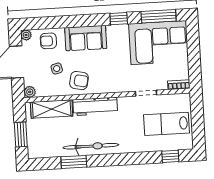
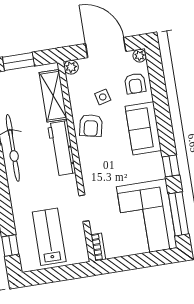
armchair: (48, 41) -> (135, 83), turned 180

